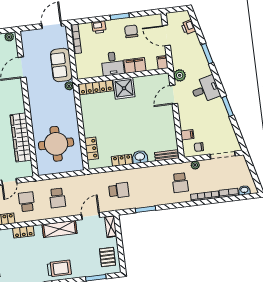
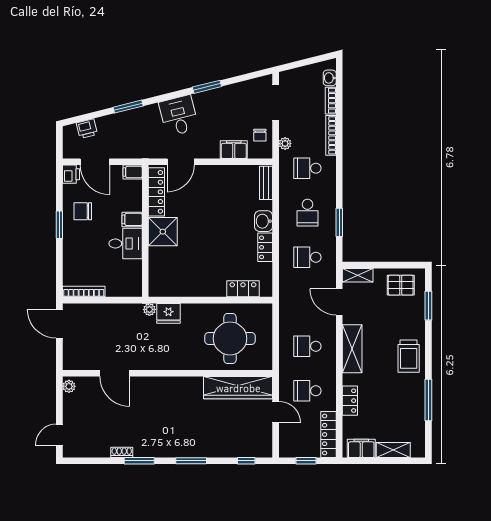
printer: (99, 27) -> (71, 174), moved
door: (166, 35) -> (95, 162), hinge flipped
sofa: (61, 65) -> (118, 317), removed
filing cabinet: (135, 65) -> (132, 219), width x0.50
plant: (180, 75) -> (154, 150), removed
locker: (96, 87) -> (156, 192), moved
door: (174, 95) -> (181, 162), hinge flipped
fridge: (68, 99) -> (168, 313), added
filing cabinet: (187, 135) -> (234, 150), width x2.00
wardrobe: (21, 137) -> (238, 388), moved
school desk: (180, 183) -> (307, 168), turned 180
school desk: (149, 186) -> (307, 213), added
school desk: (119, 190) -> (307, 257), turned -90
school desk: (57, 198) -> (307, 346), turned 180
trolley: (59, 268) -> (409, 356), turned 180

